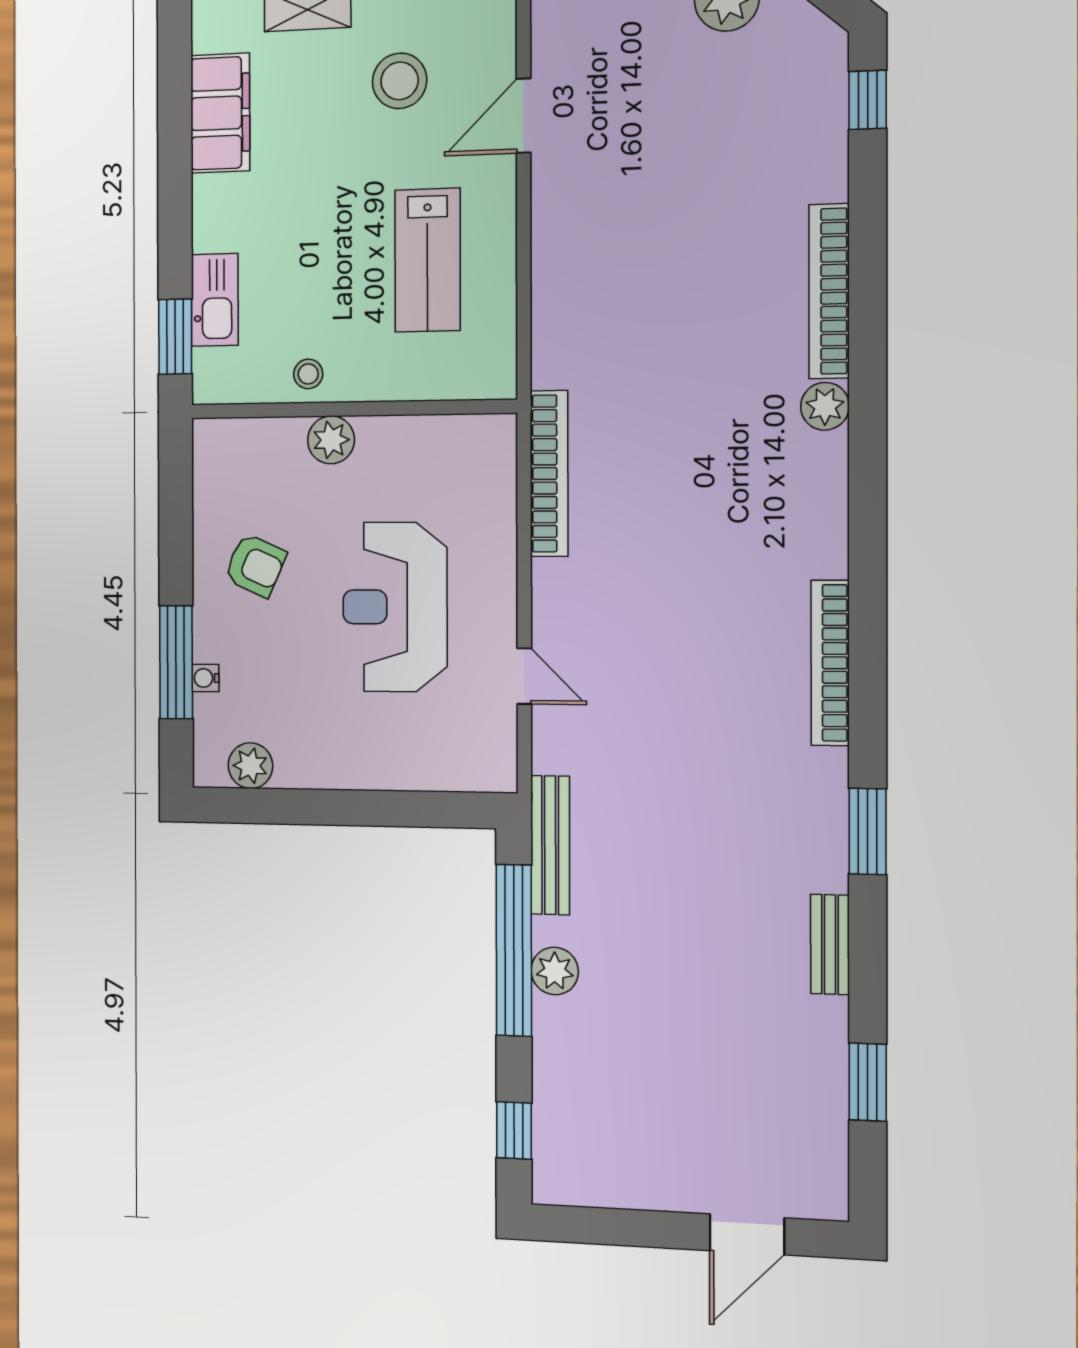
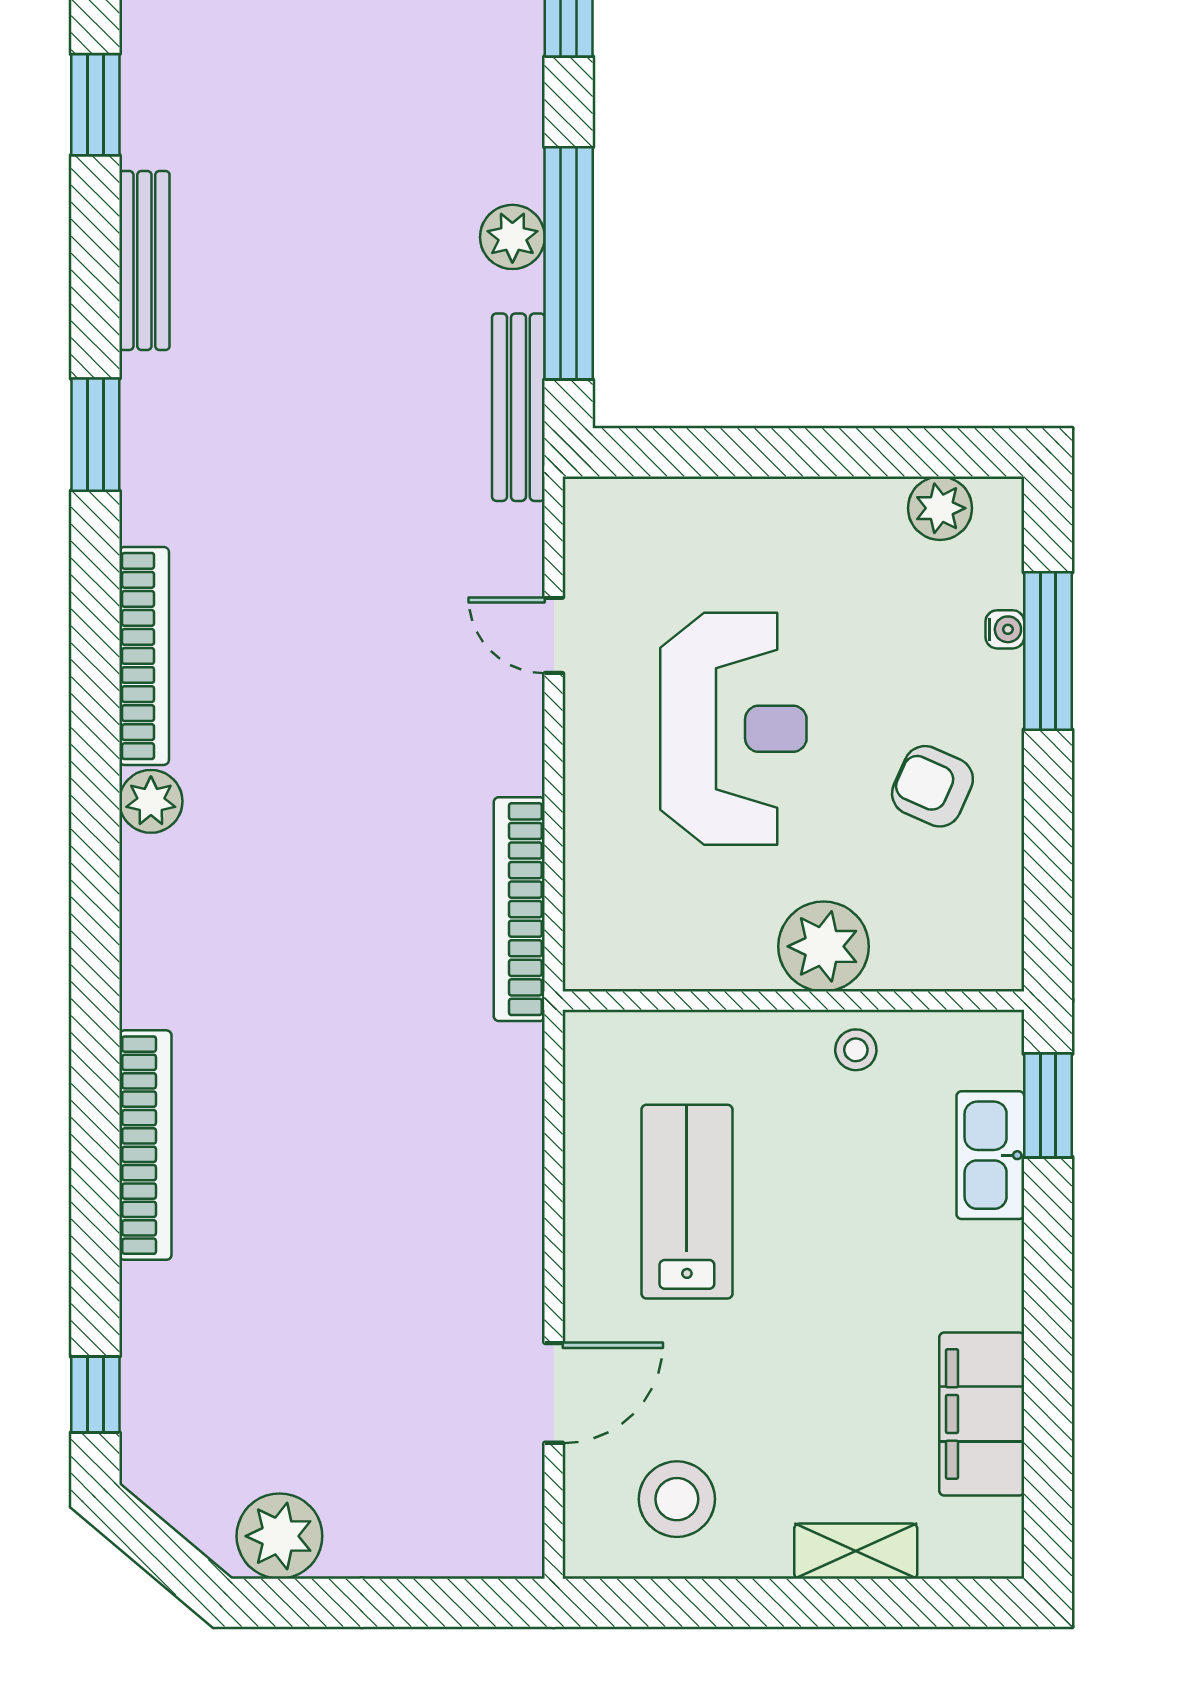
stool: (400, 81) -> (677, 1499), moved
plant: (825, 406) -> (151, 801), moved
plant: (331, 440) -> (824, 946), width x1.36, depth x1.36
bench: (830, 944) -> (144, 260), width x1.36

